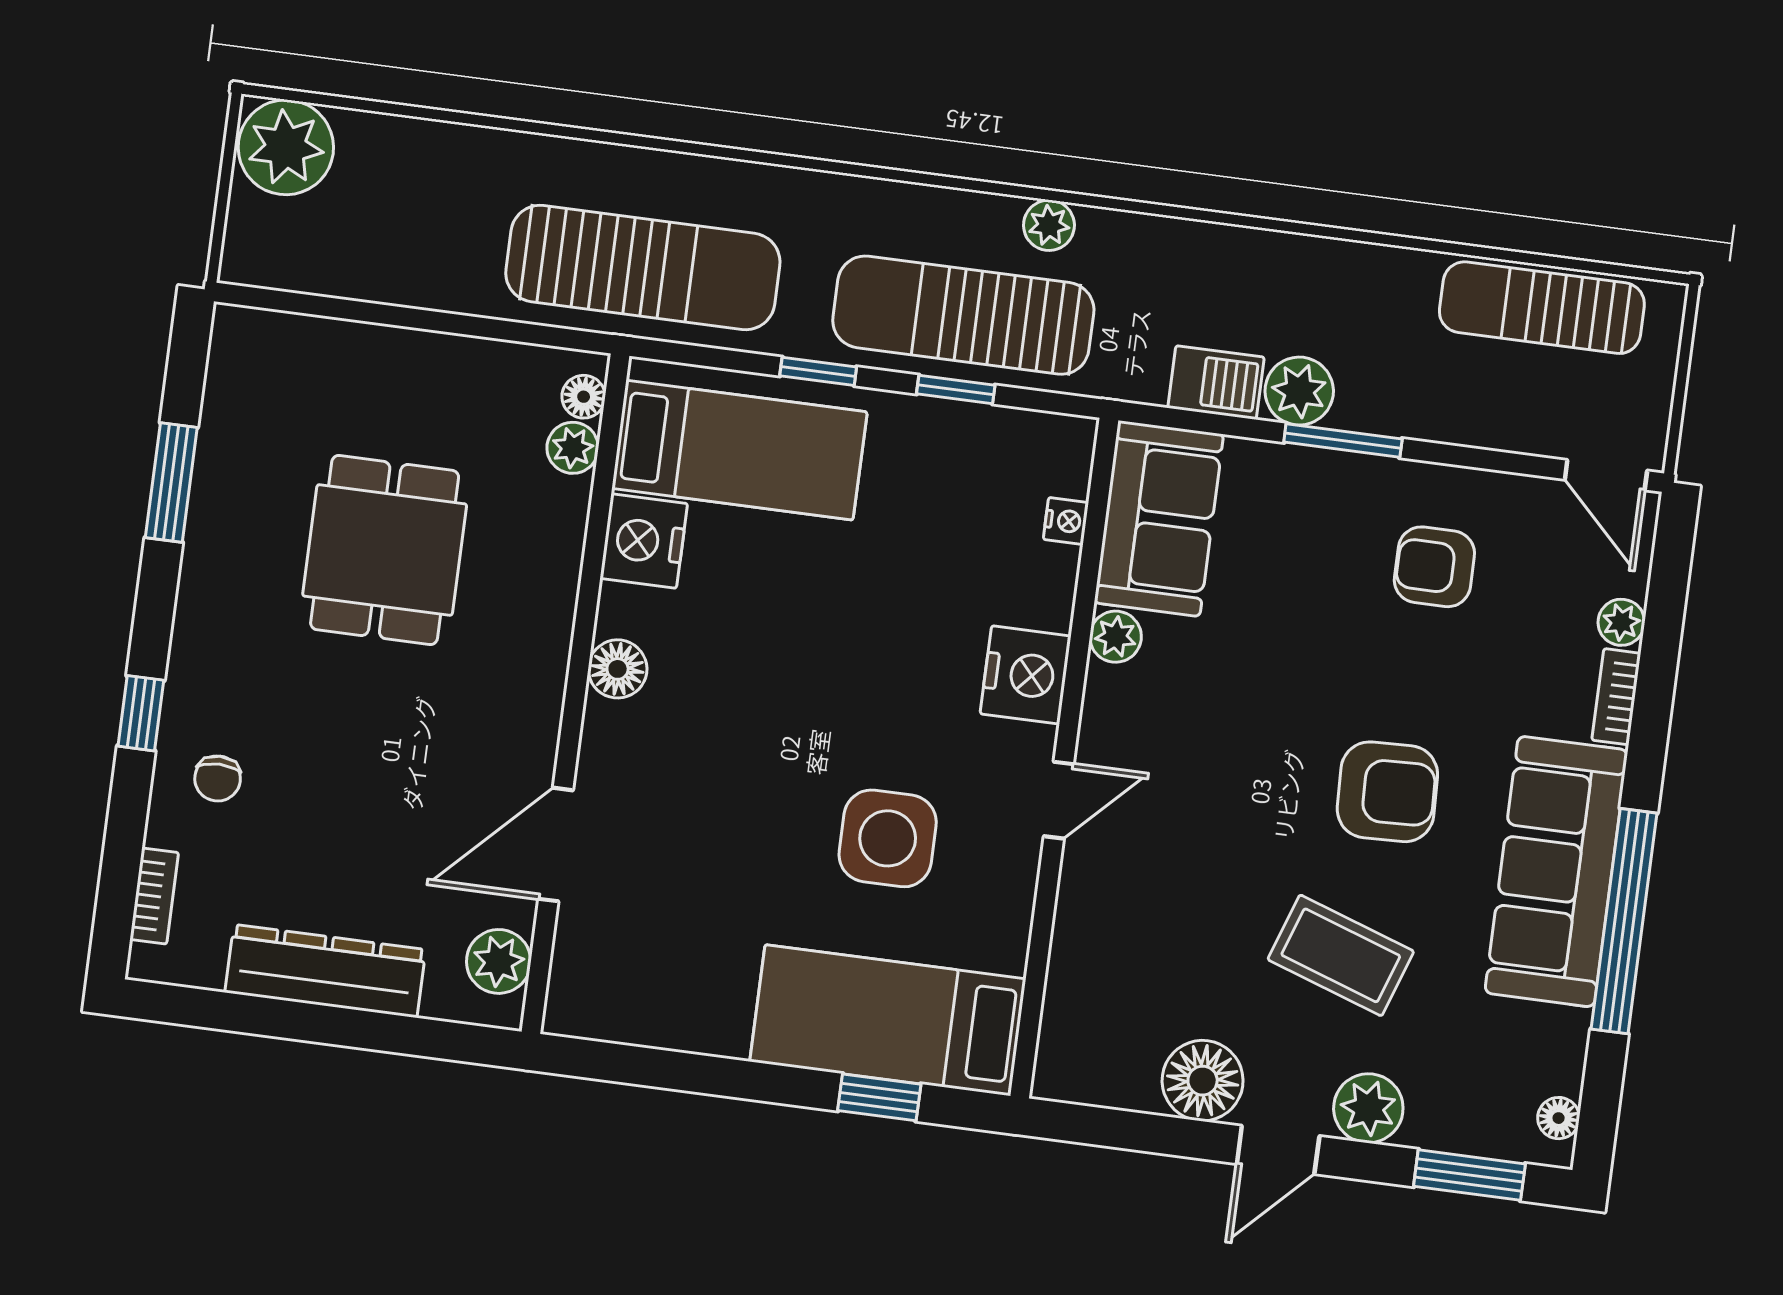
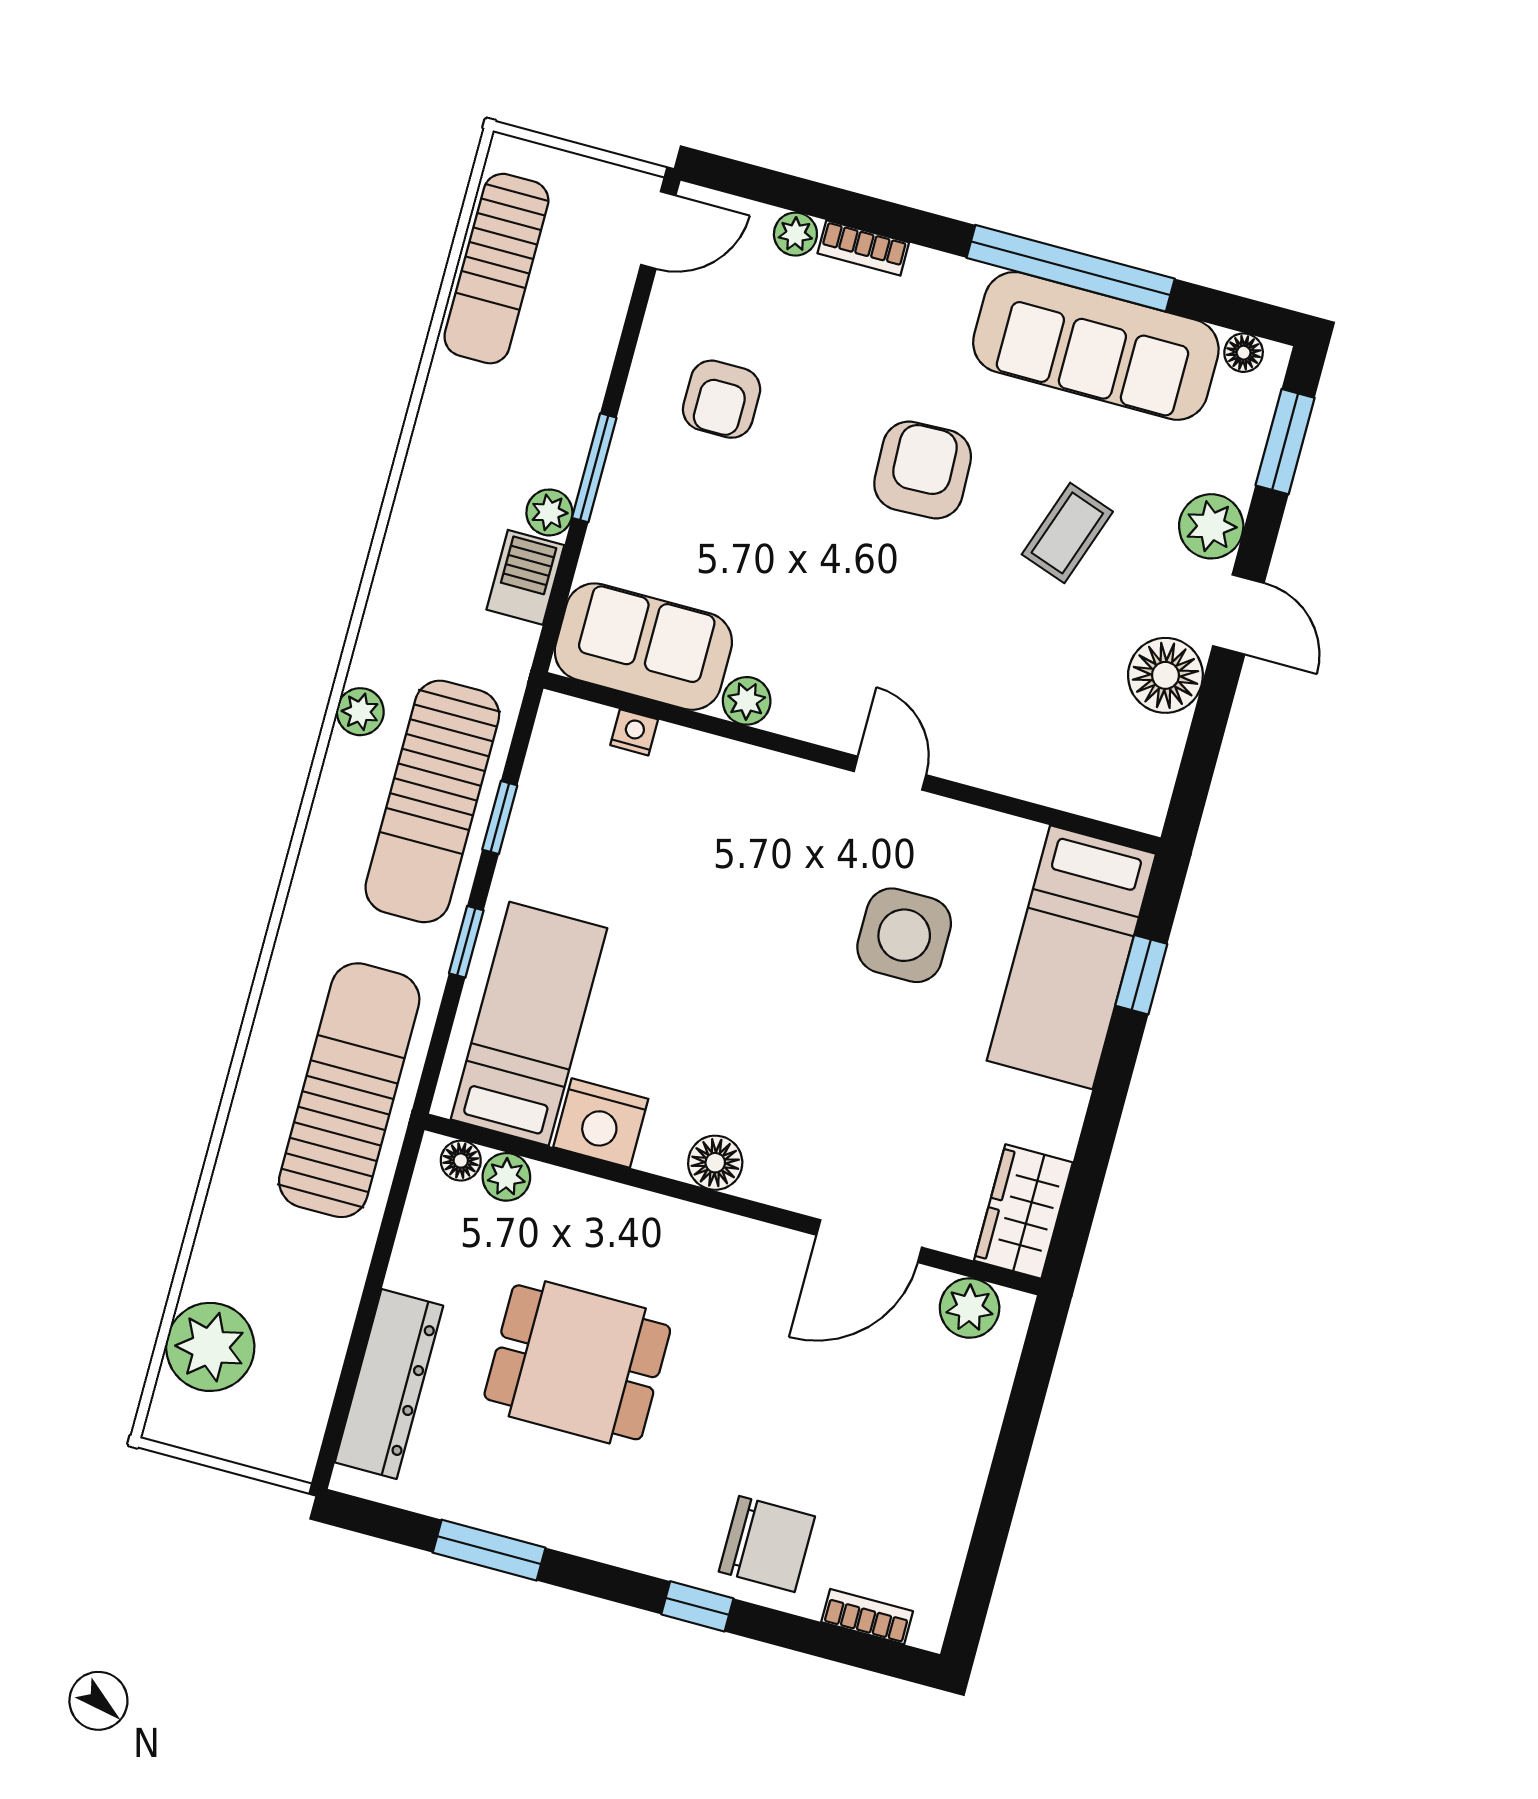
plant: (286, 147) -> (210, 1347), moved
plant: (1299, 391) -> (549, 512), width x0.73, depth x0.73
nightstand: (1026, 675) -> (771, 788), removed
chair: (218, 778) -> (767, 1544), width x1.87, depth x1.87
door: (556, 845) -> (869, 1241), hinge flipped
sofa: (1556, 872) -> (1096, 346), moved
coffee table: (1341, 955) -> (1067, 533), width x0.73, depth x0.77
dresser: (325, 971) -> (389, 1384), moved, turned 180
wardrobe: (609, 1005) -> (1023, 1212), added

